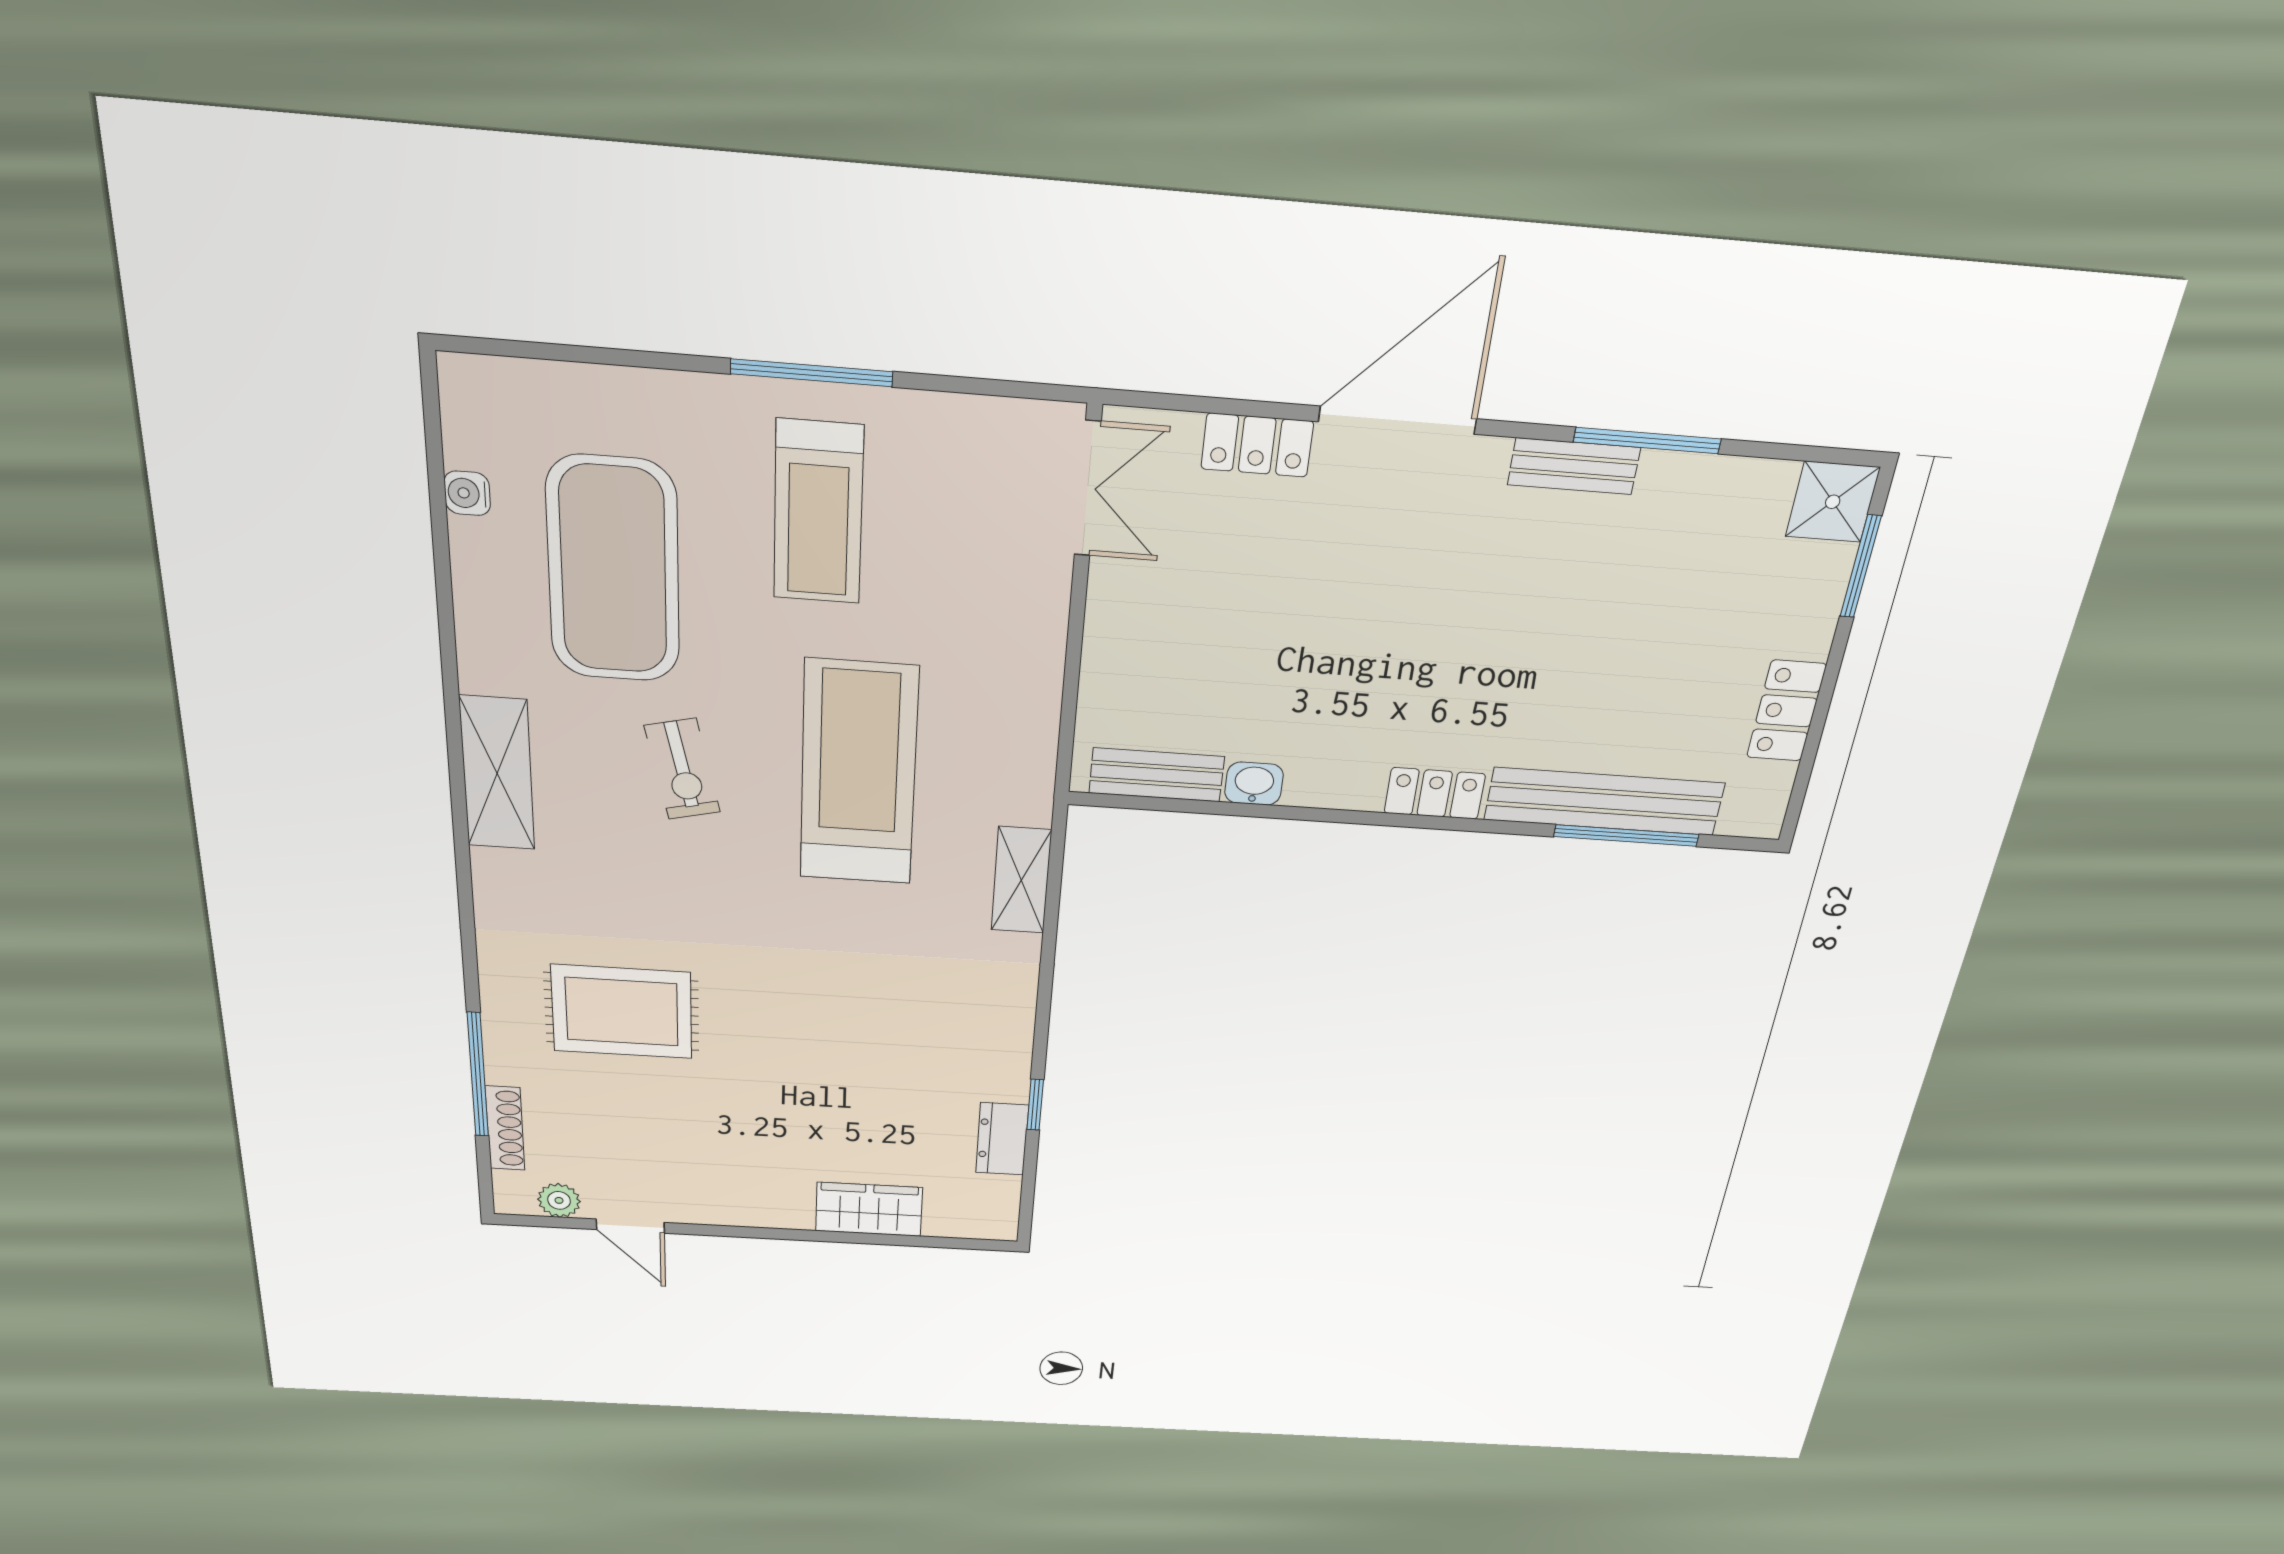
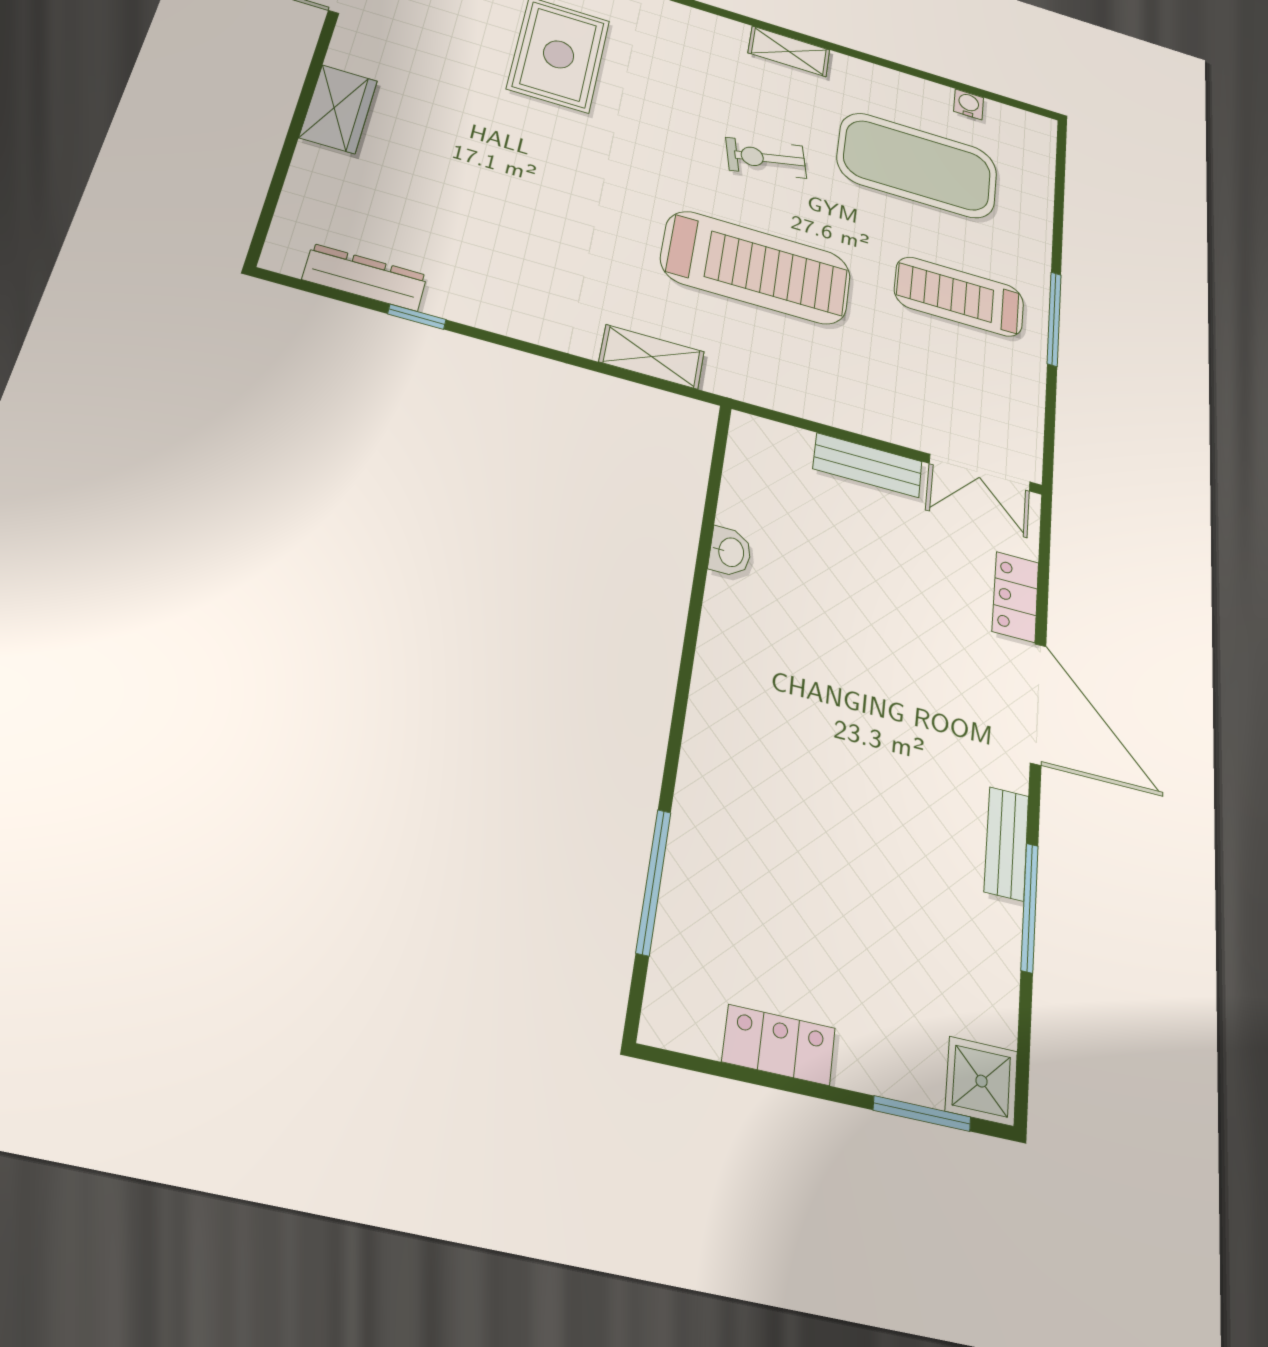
shelving: (497, 773) -> (789, 51), width x0.67, depth x0.75
bench: (1157, 775) -> (868, 465), moved, turned 90
locker: (1435, 793) -> (711, 703), removed
bench: (1604, 801) -> (692, 861), removed
dresser: (1002, 1139) -> (365, 277), width x1.44
wardrobe: (869, 1209) -> (338, 109), moved

